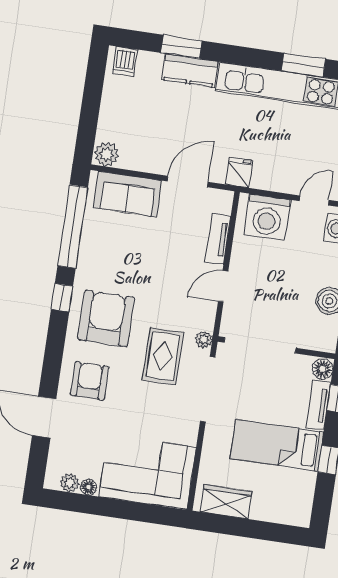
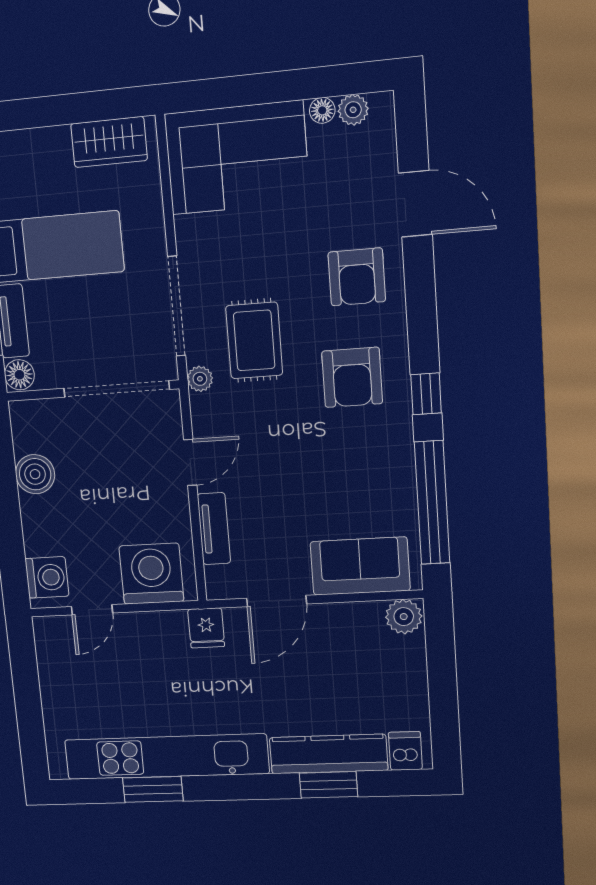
kitchen counter: (190, 71) -> (328, 754), width x1.50
armchair: (106, 318) -> (352, 377), width x0.73, depth x0.73

